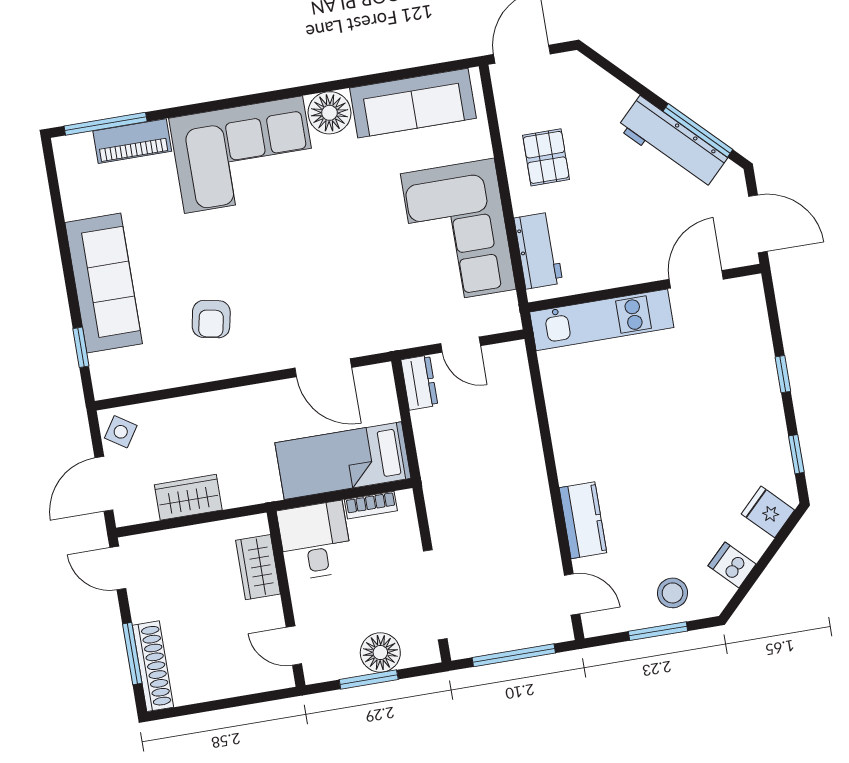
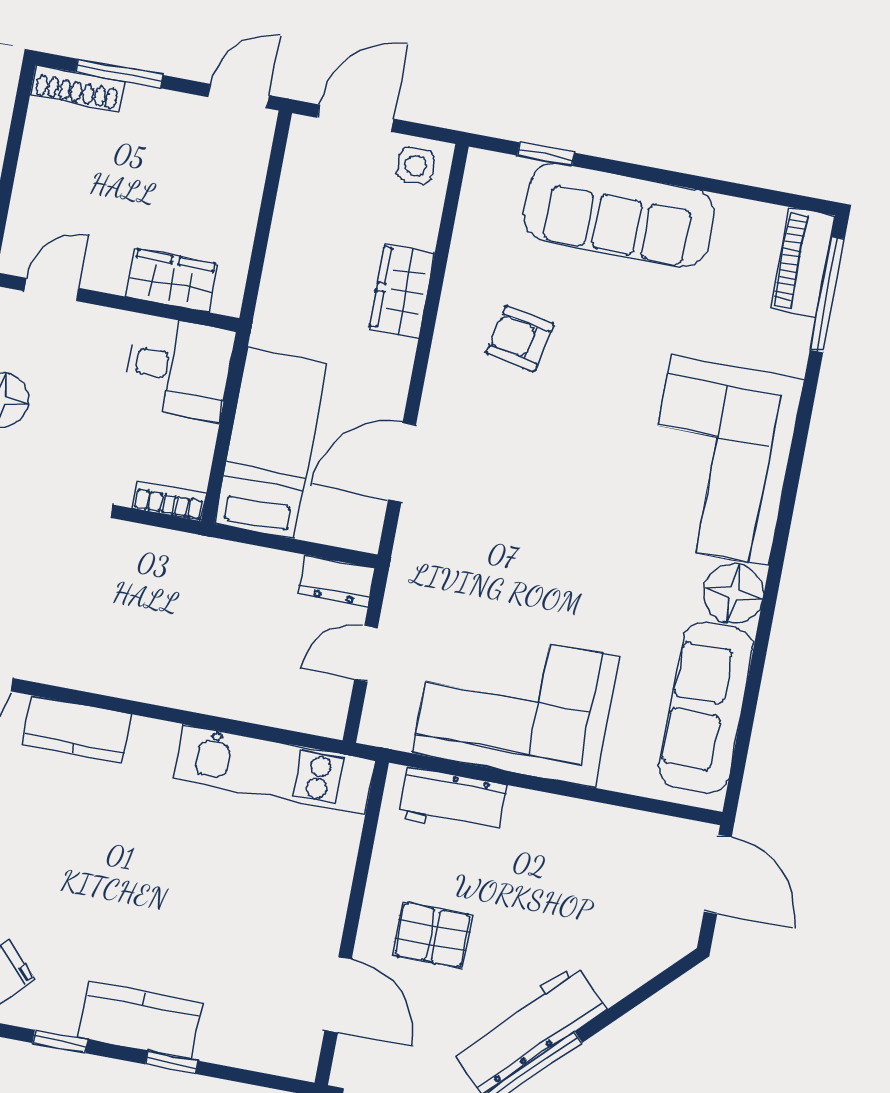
piano: (132, 141) -> (803, 262), moved
pallet: (546, 157) -> (433, 935), moved
kitchen unit: (602, 320) -> (274, 769), moved, turned -90
kitchen counter: (763, 405) -> (141, 1021), added
side table: (121, 432) -> (416, 166), turned -33
door: (104, 484) -> (356, 118), hinge flipped
wardrobe: (188, 497) -> (402, 291), moved, turned 180
bookcase: (371, 505) -> (169, 501), moved, turned 90
shoe rack: (153, 666) -> (77, 88), width x0.74, depth x0.81

